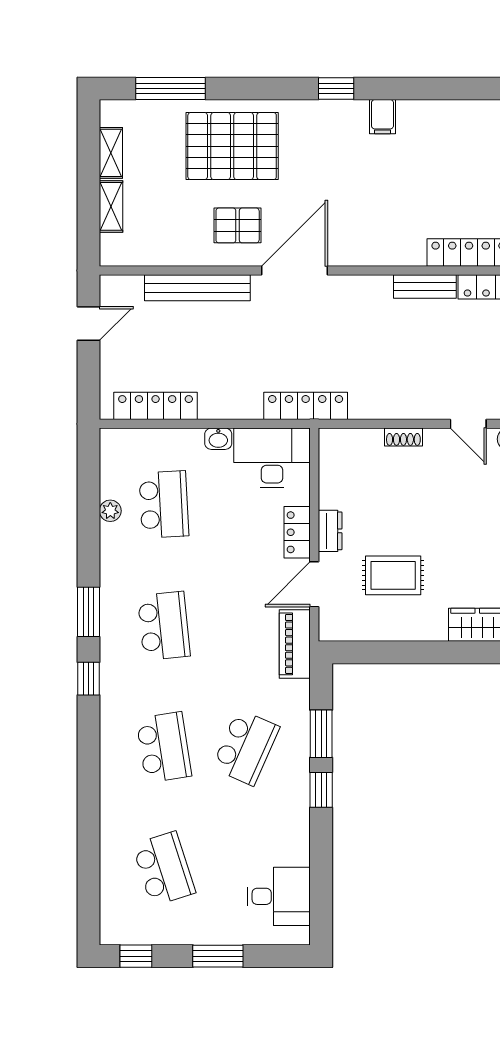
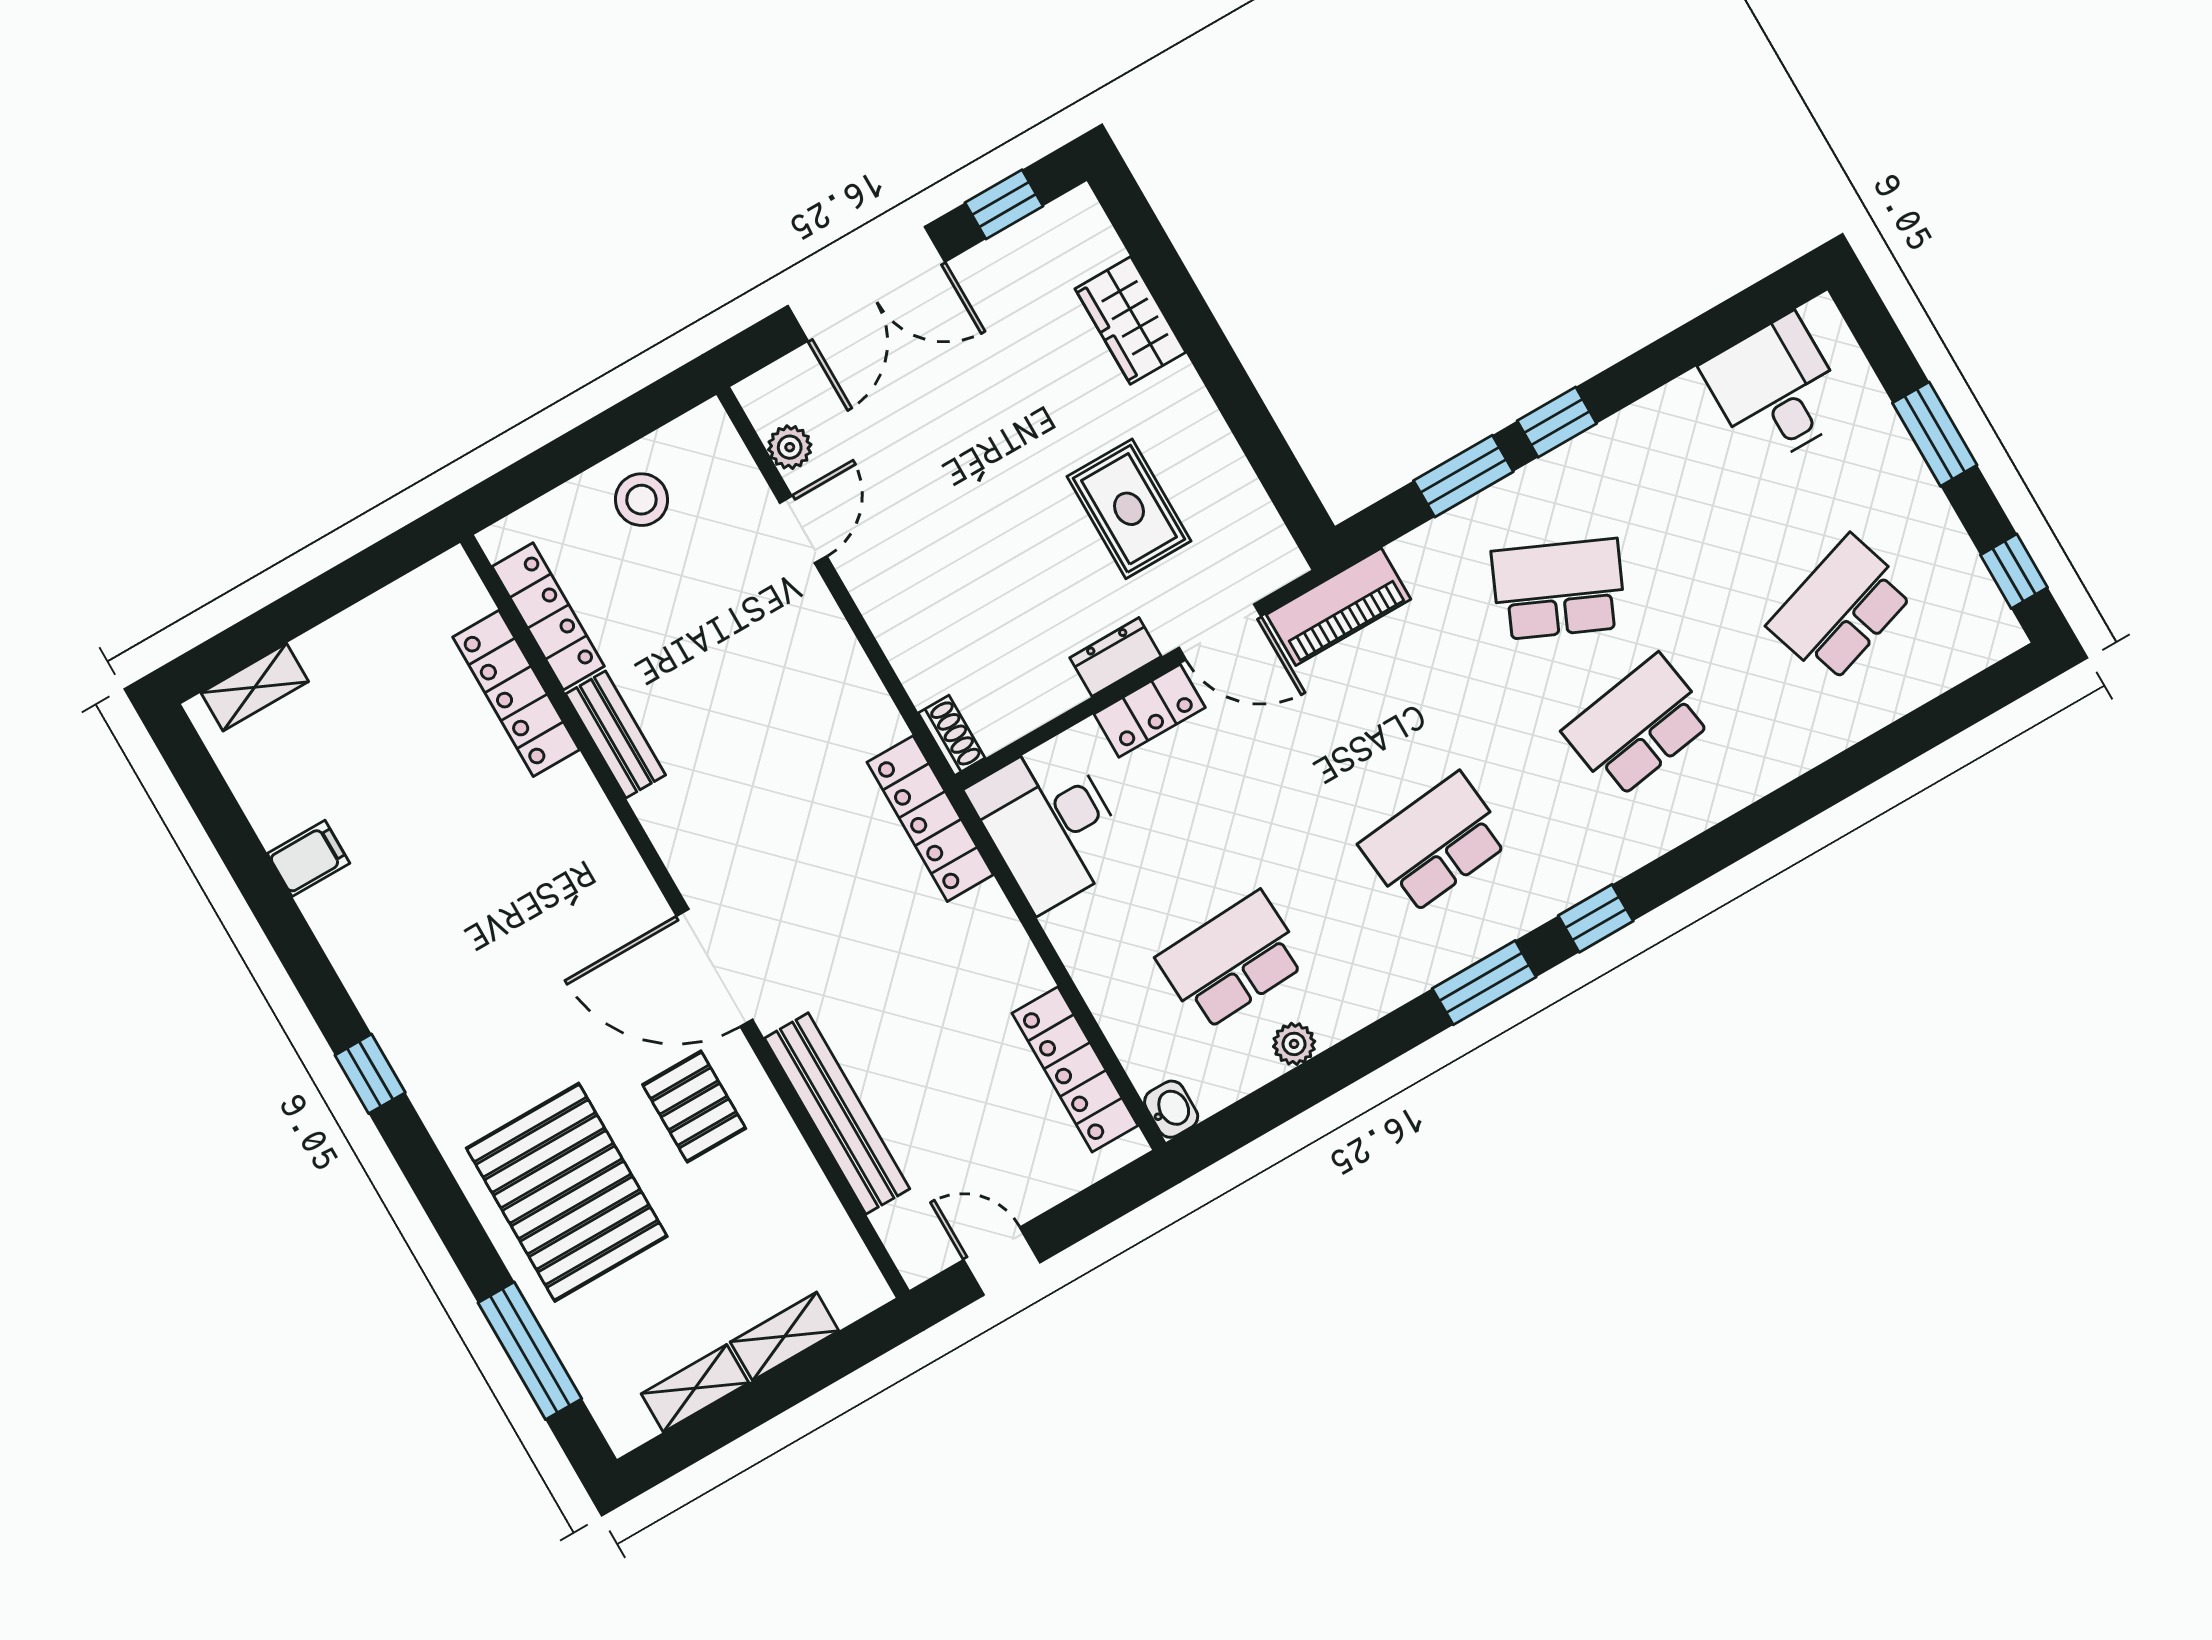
filing cabinet: (382, 117) -> (308, 858), moved
shoe rack: (403, 437) -> (952, 736), moved
washbasin: (218, 439) -> (1171, 1109), moved

